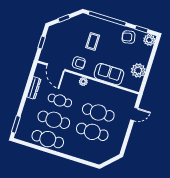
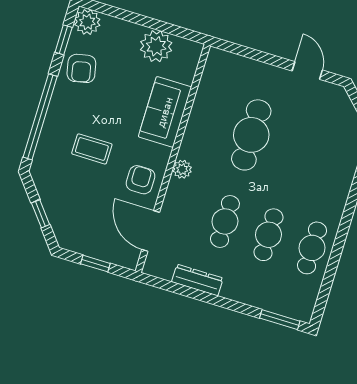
door: (56, 67) -> (151, 231), swing flipped
door: (134, 114) -> (307, 70), moved
cafe table: (54, 120) -> (268, 235), width x0.73, depth x0.74
cafe table: (92, 132) -> (295, 148), removed
cafe table: (48, 139) -> (312, 248), width x0.73, depth x0.74

